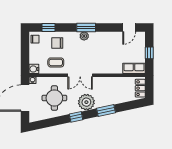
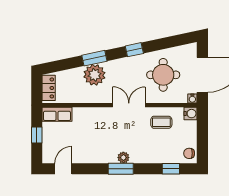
chair: (57, 43) -> (159, 148), removed
plant: (86, 102) -> (94, 75), moved

